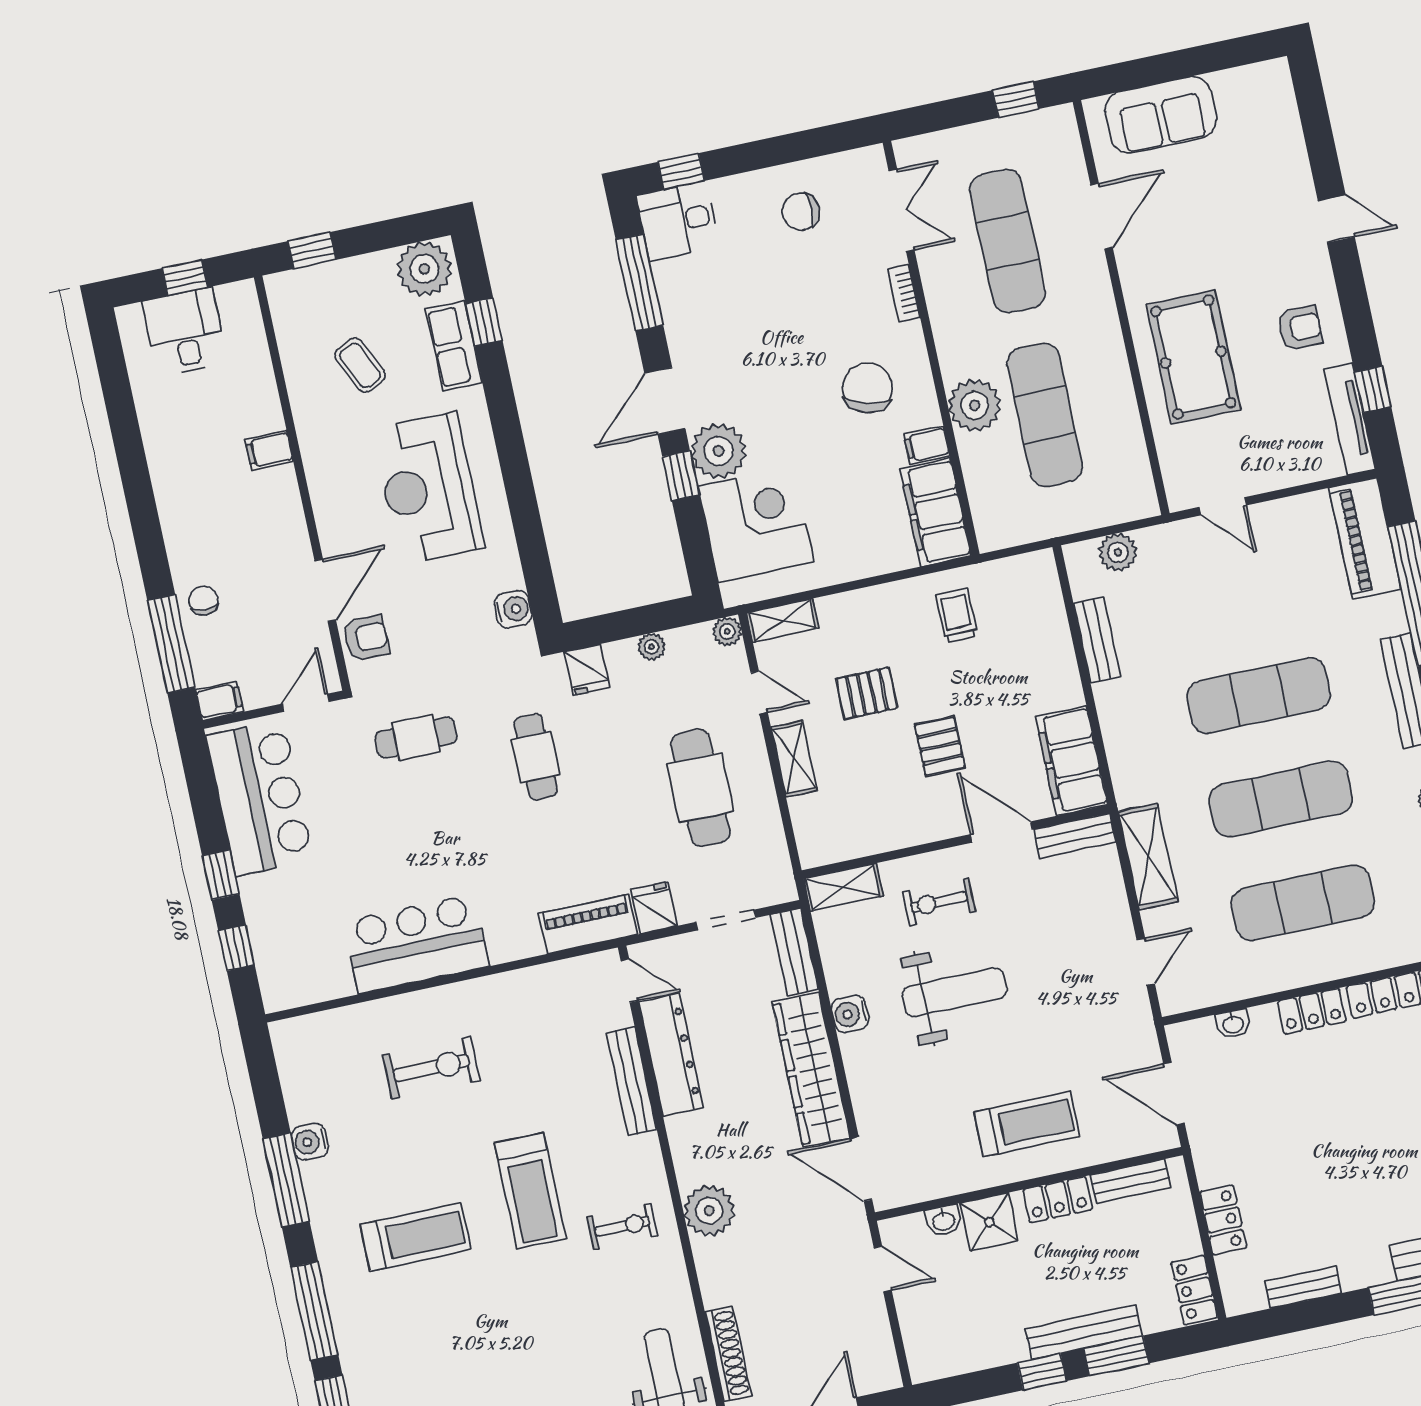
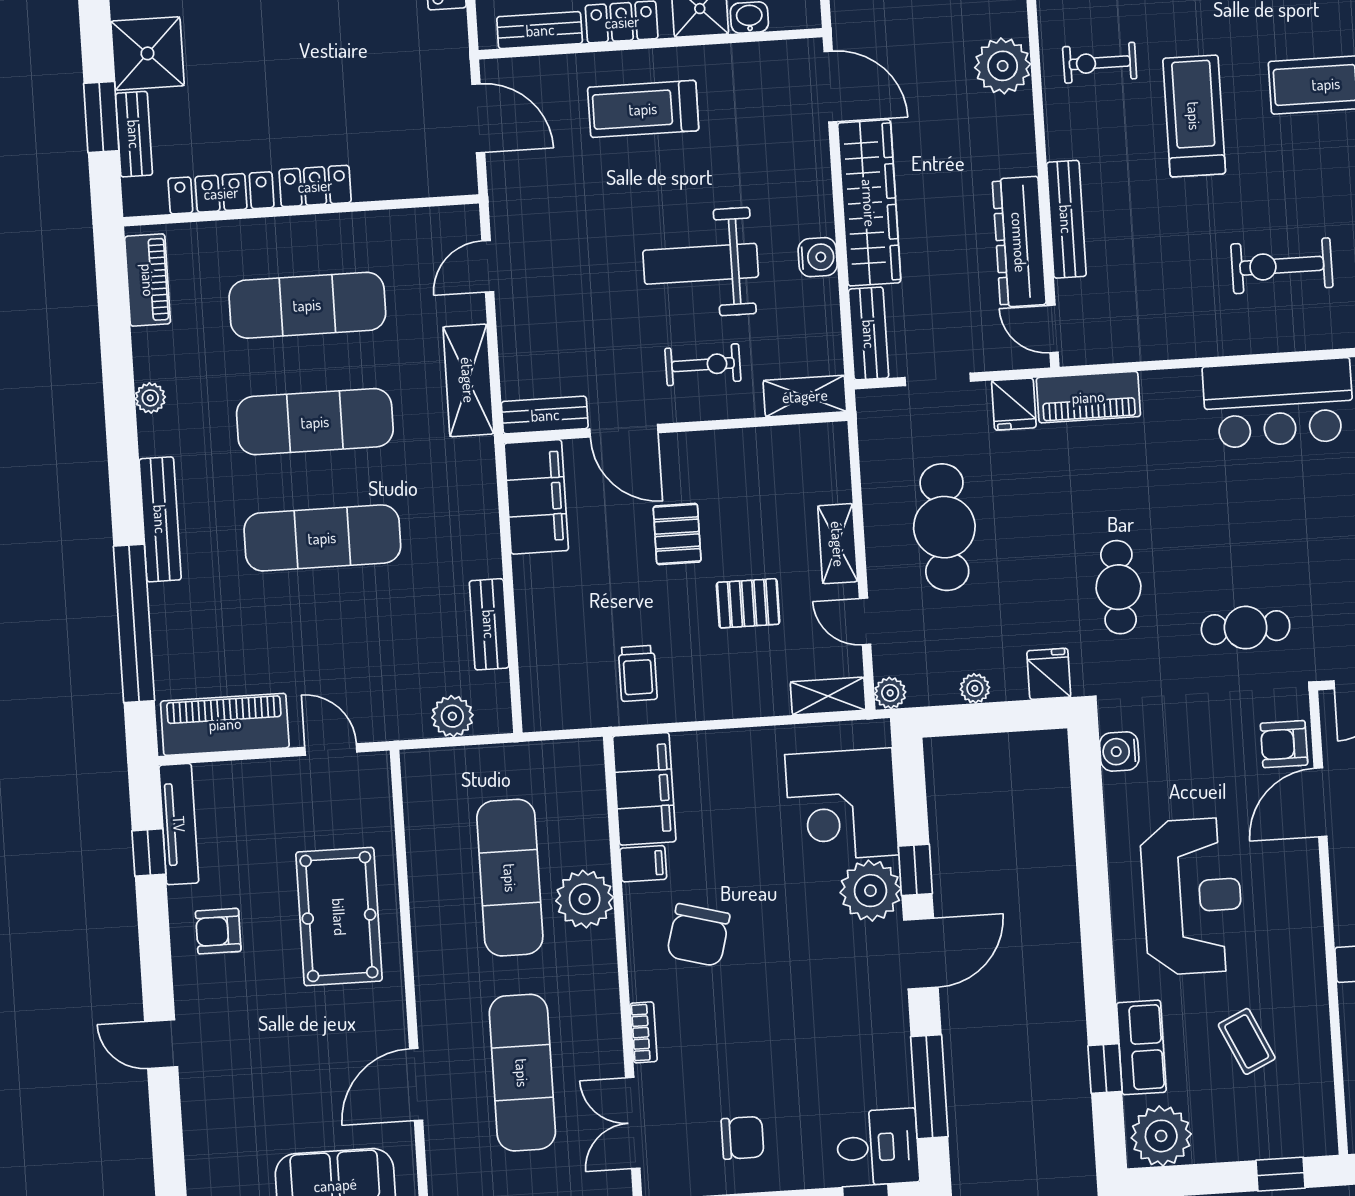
piano: (1365, 539) -> (225, 724), moved, turned -90
washbasin: (1233, 1024) -> (403, 185), removed

